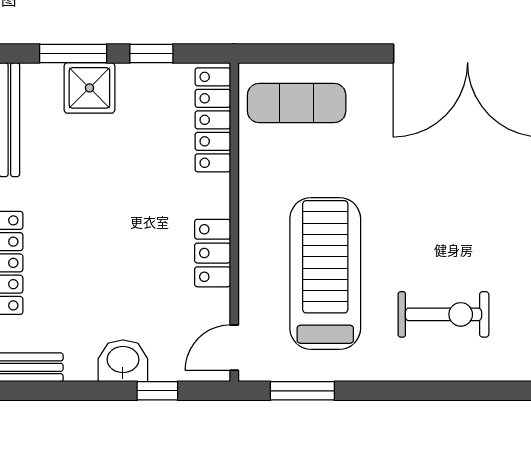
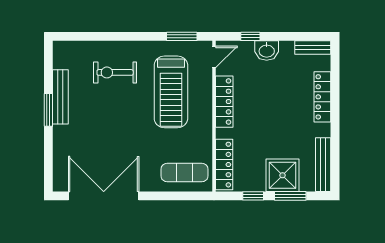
shower: (89, 88) -> (283, 175), width x1.36, depth x1.36
locker: (213, 253) -> (224, 102), width x1.53

